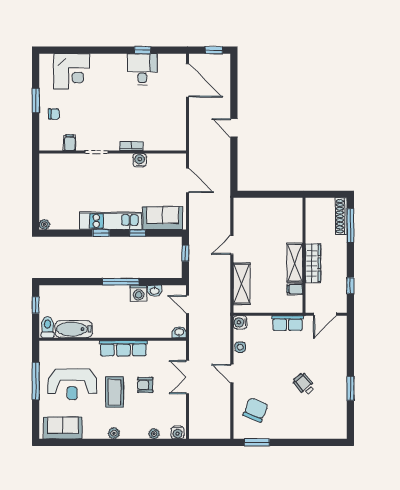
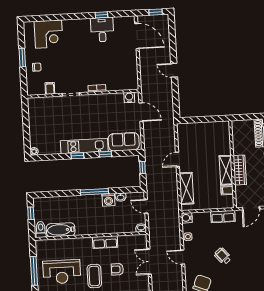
water cooler: (140, 160) -> (129, 97), moved
row of seats: (123, 348) -> (105, 242), width x0.68
wheelchair: (304, 384) -> (223, 256), moved

